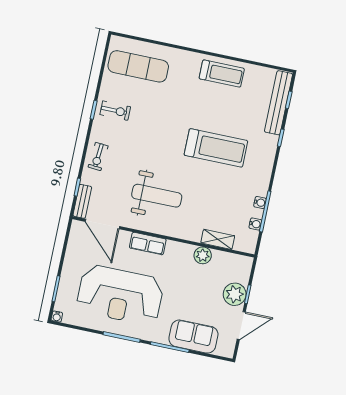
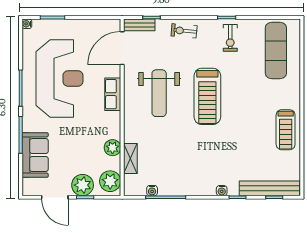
treadmill: (216, 148) -> (207, 96), moved
water cooler: (260, 202) -> (222, 191), moved
plant: (237, 265) -> (110, 181), added
reception desk: (120, 295) -> (59, 78), turned 180

